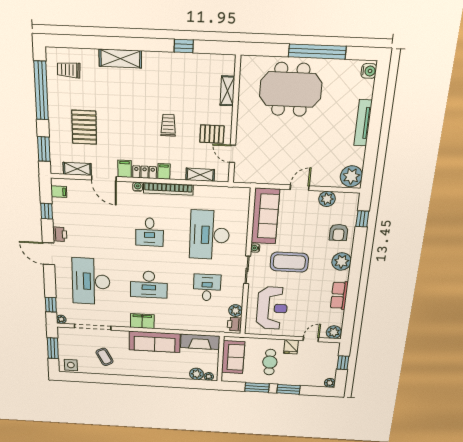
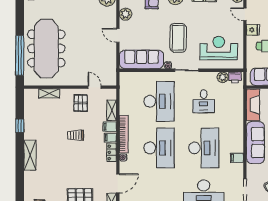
window: (317, 52) -> (20, 55), moved
shelving: (120, 59) -> (30, 155), moved
meeting table: (291, 90) -> (46, 48), width x1.36
door: (232, 154) -> (95, 87), swing flipped
filing cabinet: (125, 169) -> (110, 127), moved
desk: (150, 232) -> (159, 148), width x1.87, depth x1.30
desk: (209, 235) -> (159, 101), turned -90
desk: (149, 284) -> (204, 148), width x1.36, depth x1.30
desk: (207, 288) -> (204, 101), turned -90
filing cabinet: (142, 321) -> (237, 158), width x0.50

